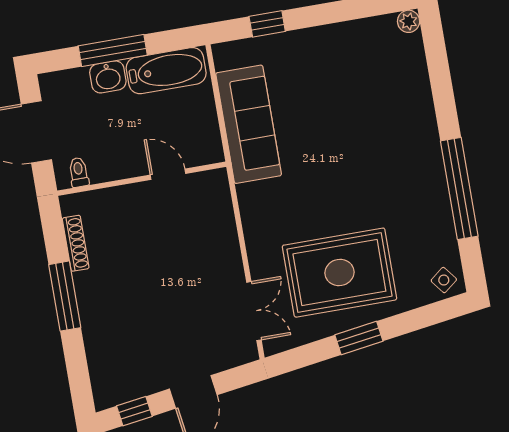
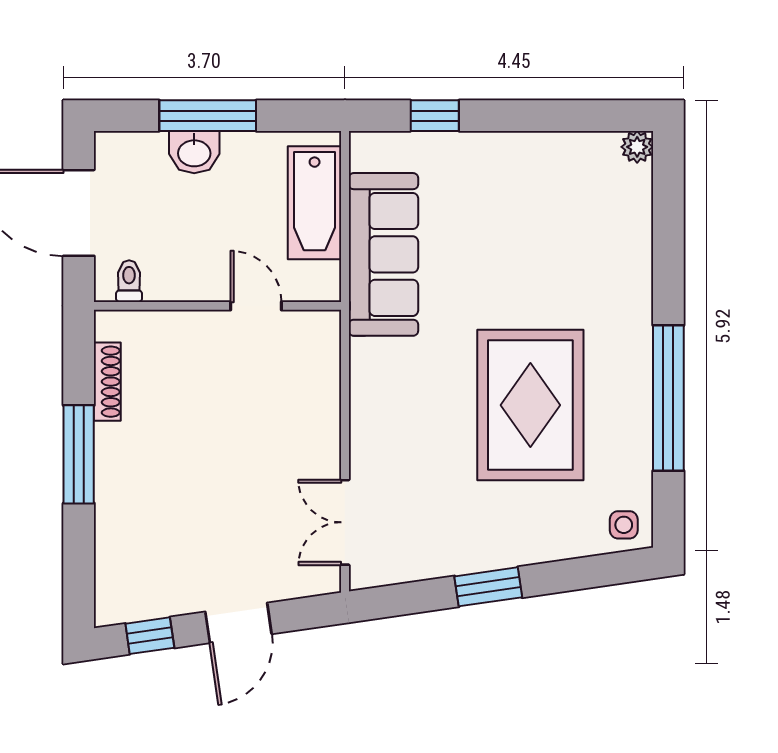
bathtub: (166, 71) -> (315, 203), moved, turned 90
rug: (339, 273) -> (530, 405), moved, turned 90
side table: (444, 280) -> (624, 525), turned 38
double door: (254, 311) -> (345, 522), swing flipped

